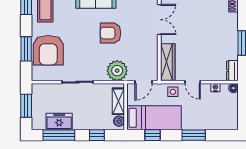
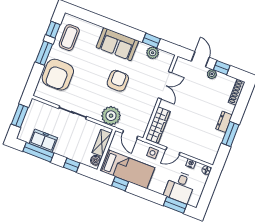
armchair: (110, 33) -> (118, 81), turned 90
window: (26, 49) -> (44, 53), moved
dresser: (232, 71) -> (224, 122), moved
door: (144, 82) -> (130, 135), hinge flipped
door: (193, 82) -> (173, 151), hinge flipped
desk: (213, 115) -> (180, 187), added
window: (194, 135) -> (175, 205), moved

